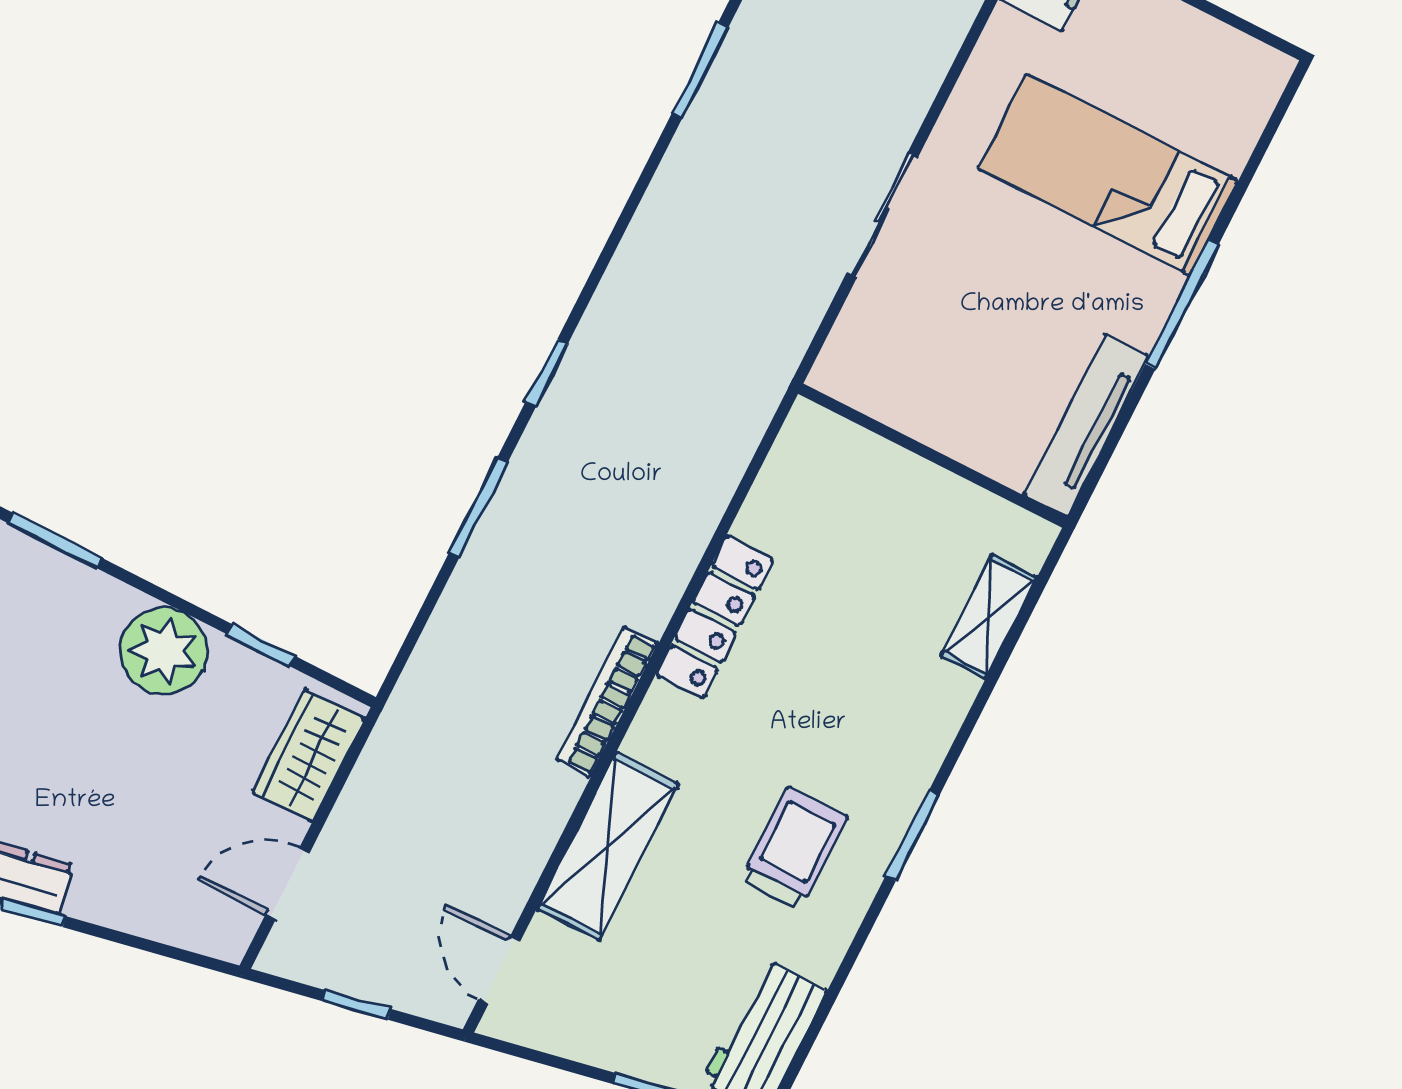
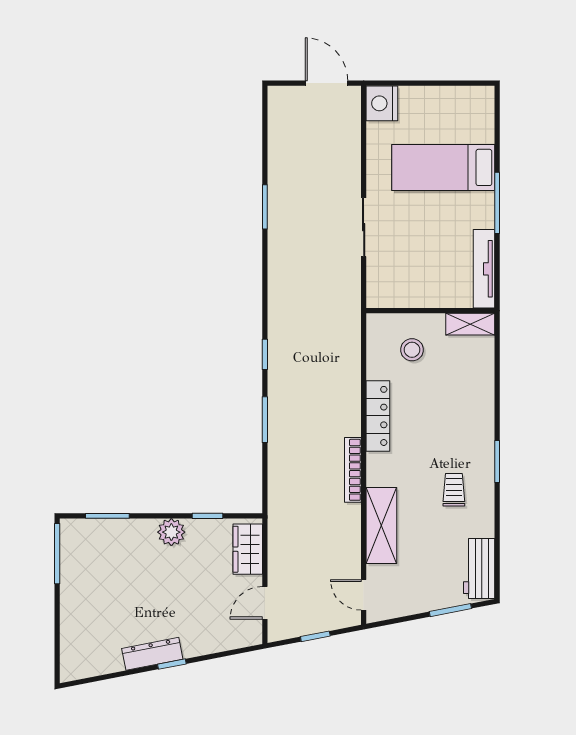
stool: (854, 517) -> (412, 350), added
shelving: (989, 617) -> (470, 324), moved, turned 90
plant: (164, 651) -> (171, 532), width x0.73, depth x0.73
trolley: (794, 848) -> (454, 490), width x0.73, depth x0.72

